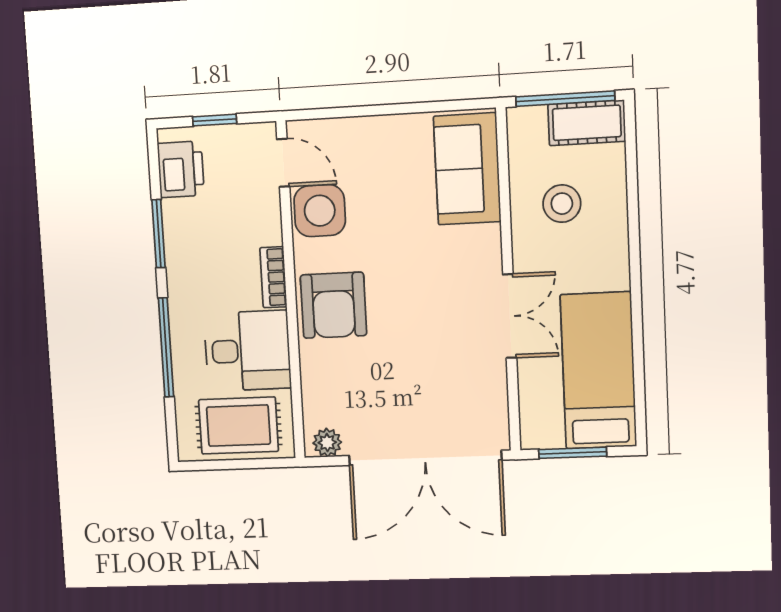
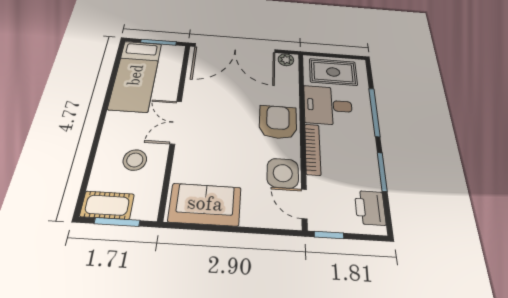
window: (565, 99) -> (117, 222), width x0.69
window: (215, 120) -> (329, 235), moved
sofa: (467, 169) -> (205, 204), moved, turned -90
bookcase: (273, 277) -> (313, 149), width x1.56
double door: (510, 316) -> (176, 122), moved
double door: (425, 458) -> (235, 48), swing flipped

